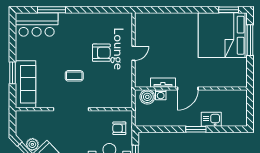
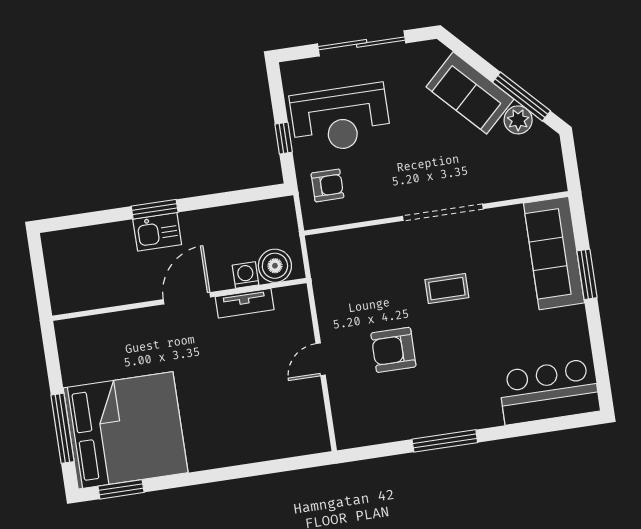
window: (52, 10) -> (445, 441), moved
kitchen sink: (211, 119) -> (157, 232), moved

